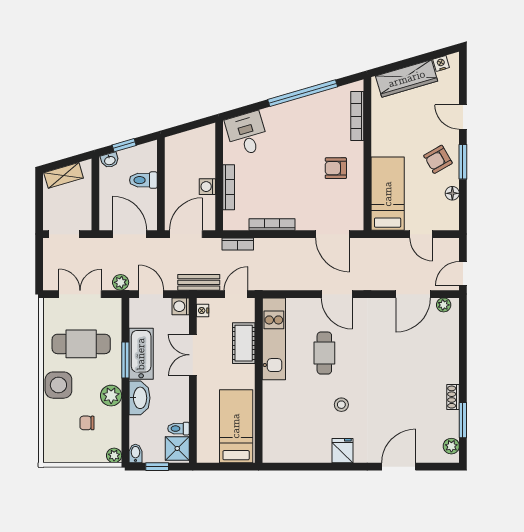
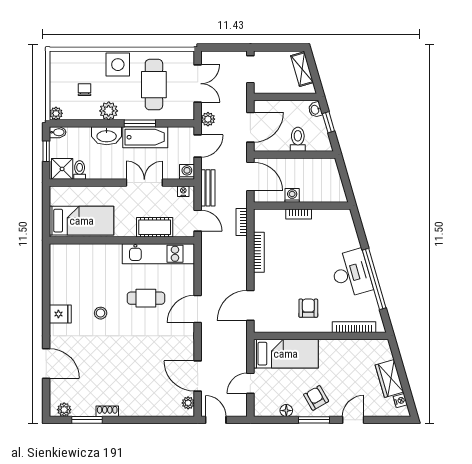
wardrobe: (407, 79) -> (389, 378), width x0.67
desk: (247, 134) -> (351, 273), moved, width x1.37
bookcase: (229, 187) -> (299, 214), width x0.64

